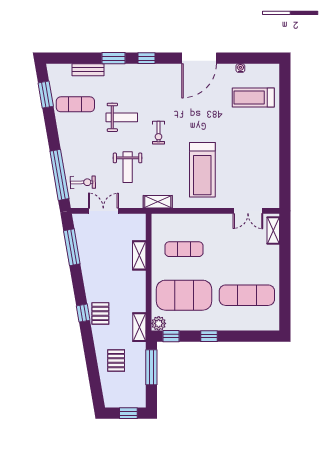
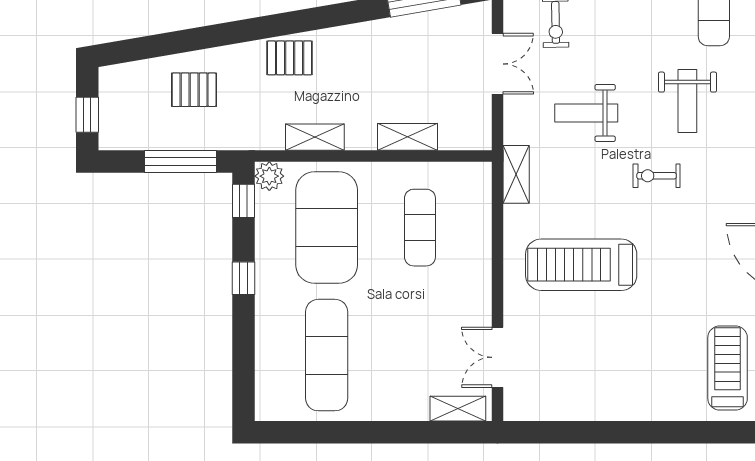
window: (83, 313) -> (290, 23), removed
shelving: (139, 327) -> (315, 137), moved

